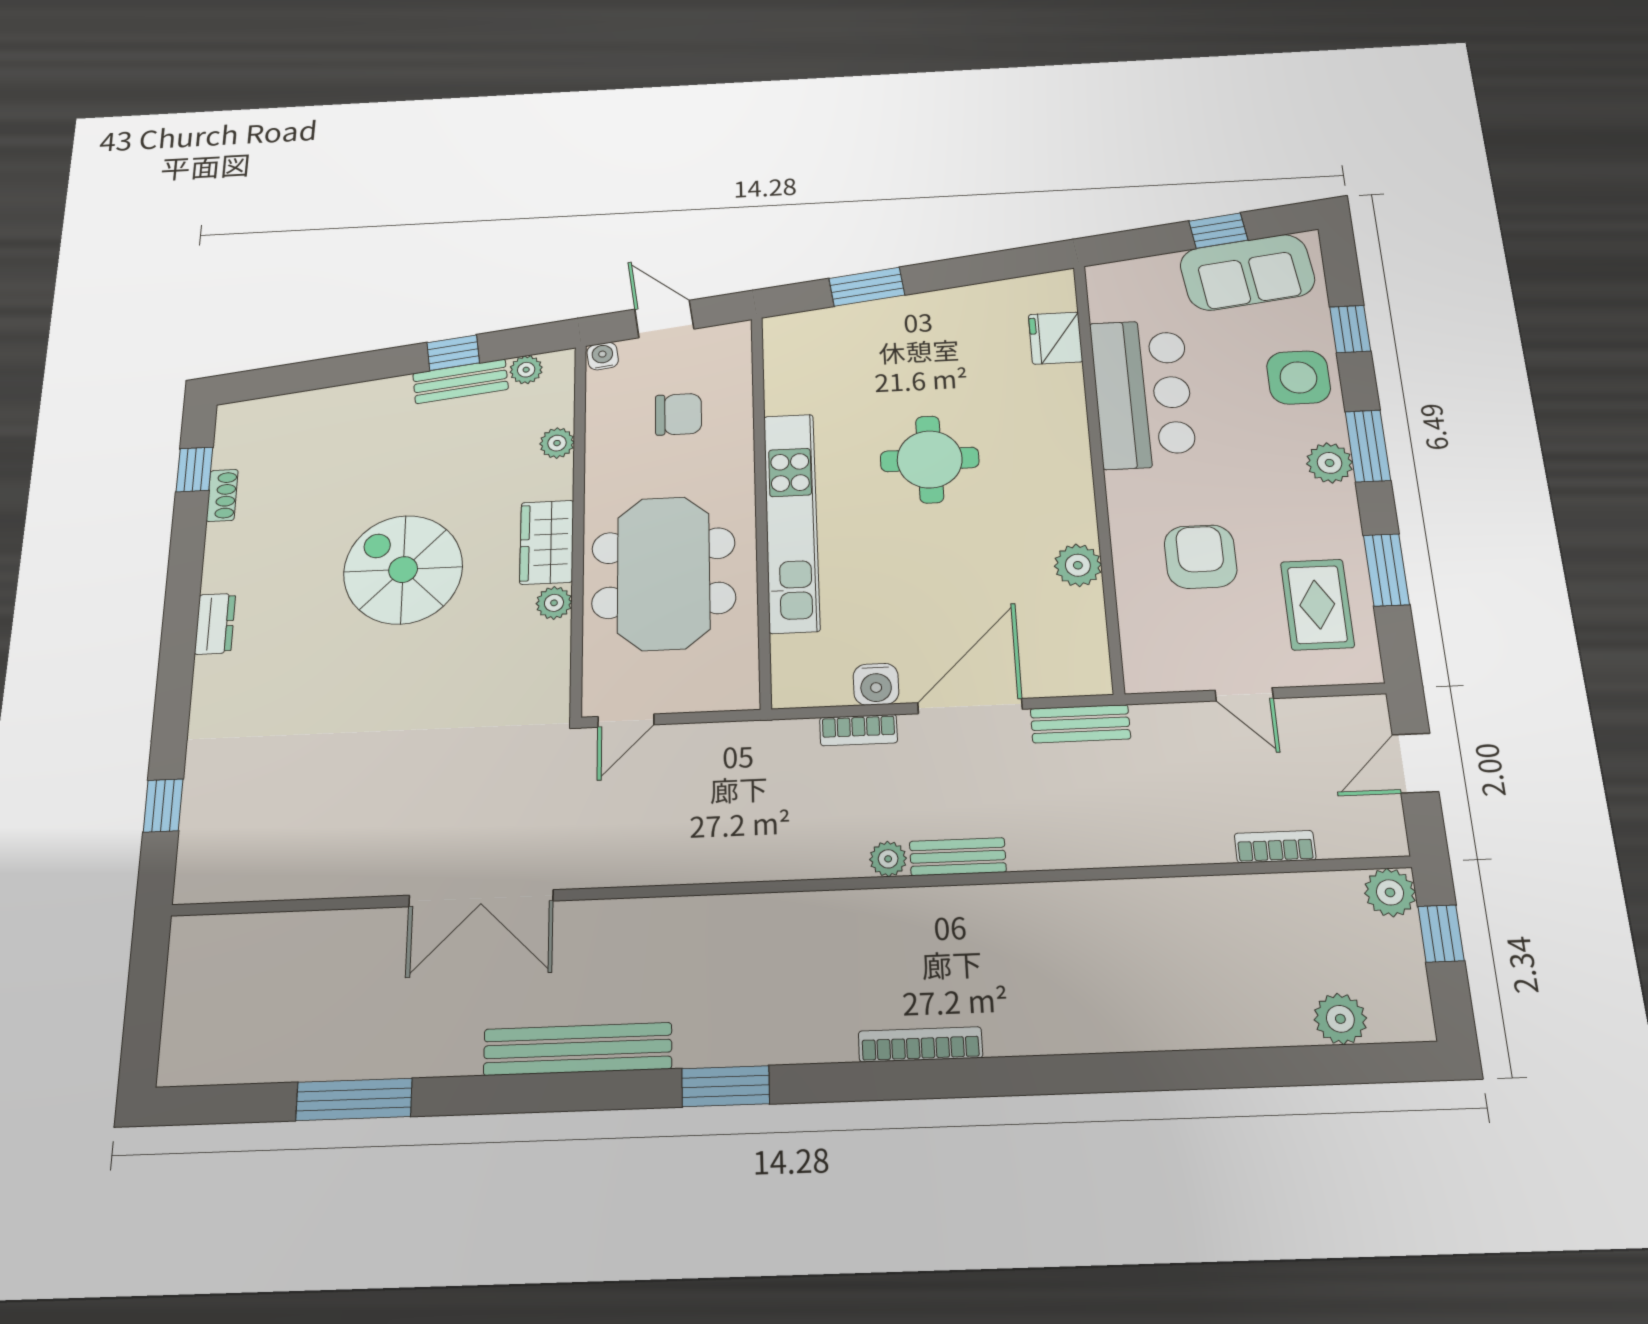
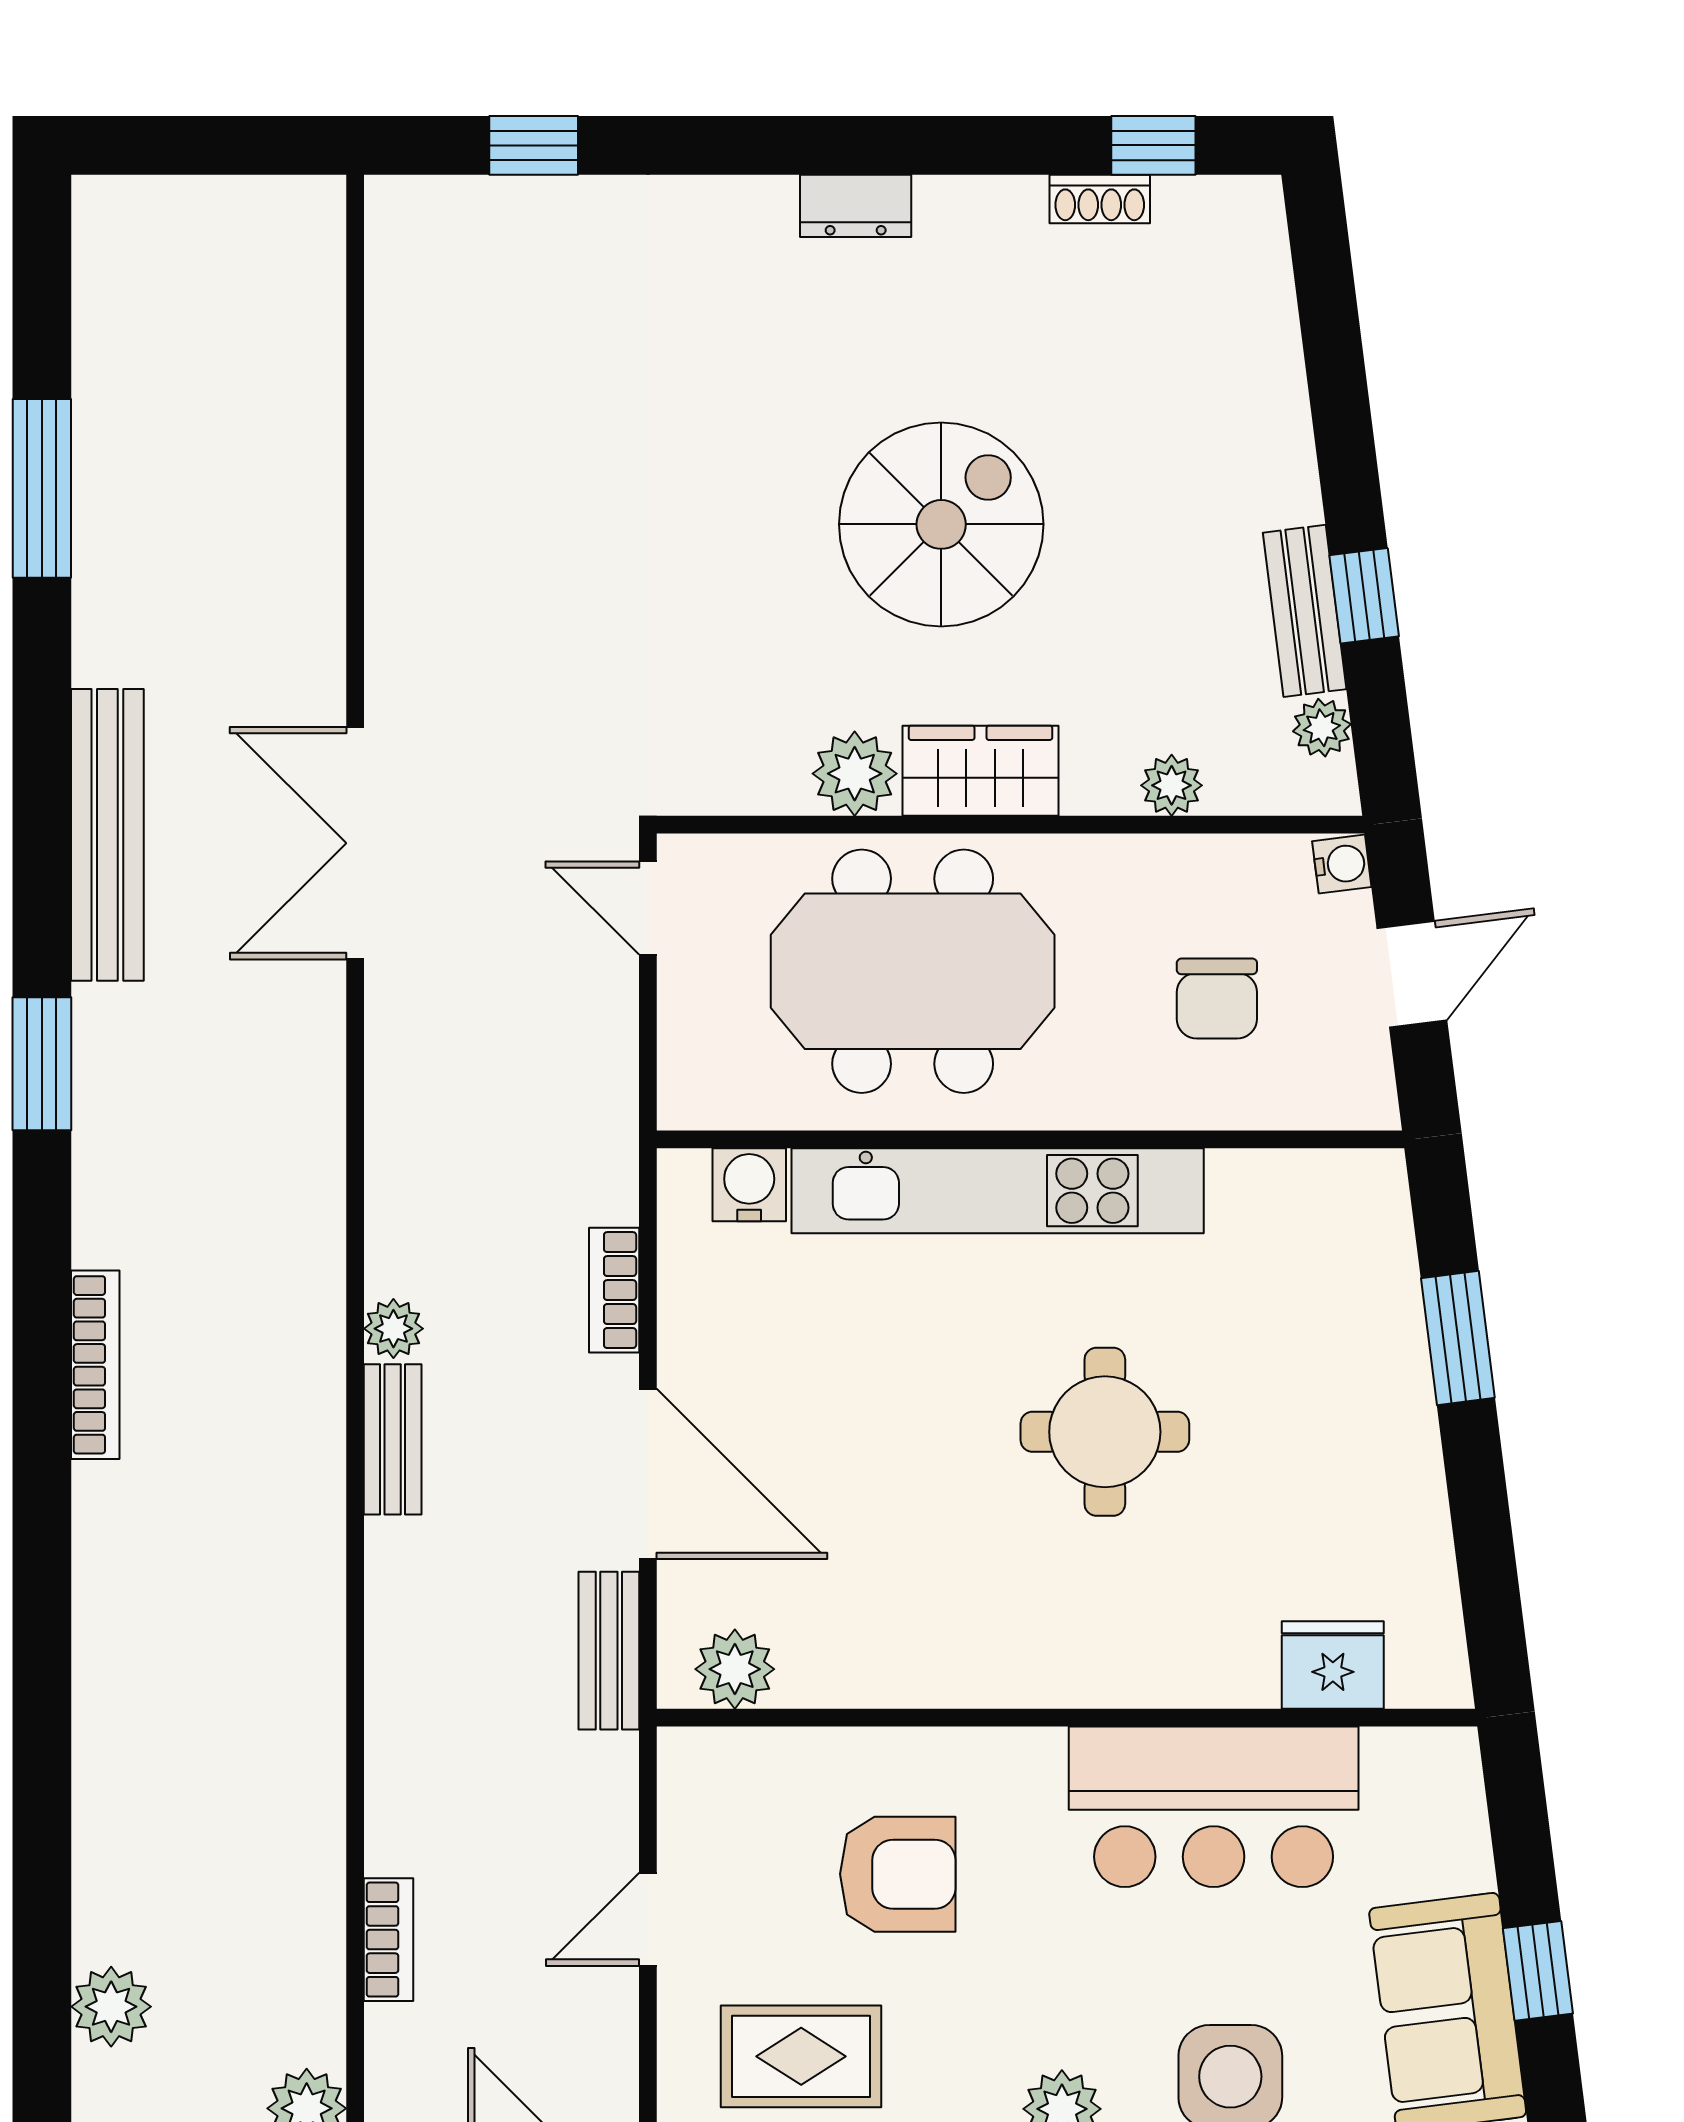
plant: (1078, 565) -> (735, 1669), moved
plant: (554, 603) -> (855, 774), width x1.38, depth x1.38
water cooler: (876, 684) -> (749, 1185), moved, turned 90
double door: (481, 898) -> (355, 843), moved

